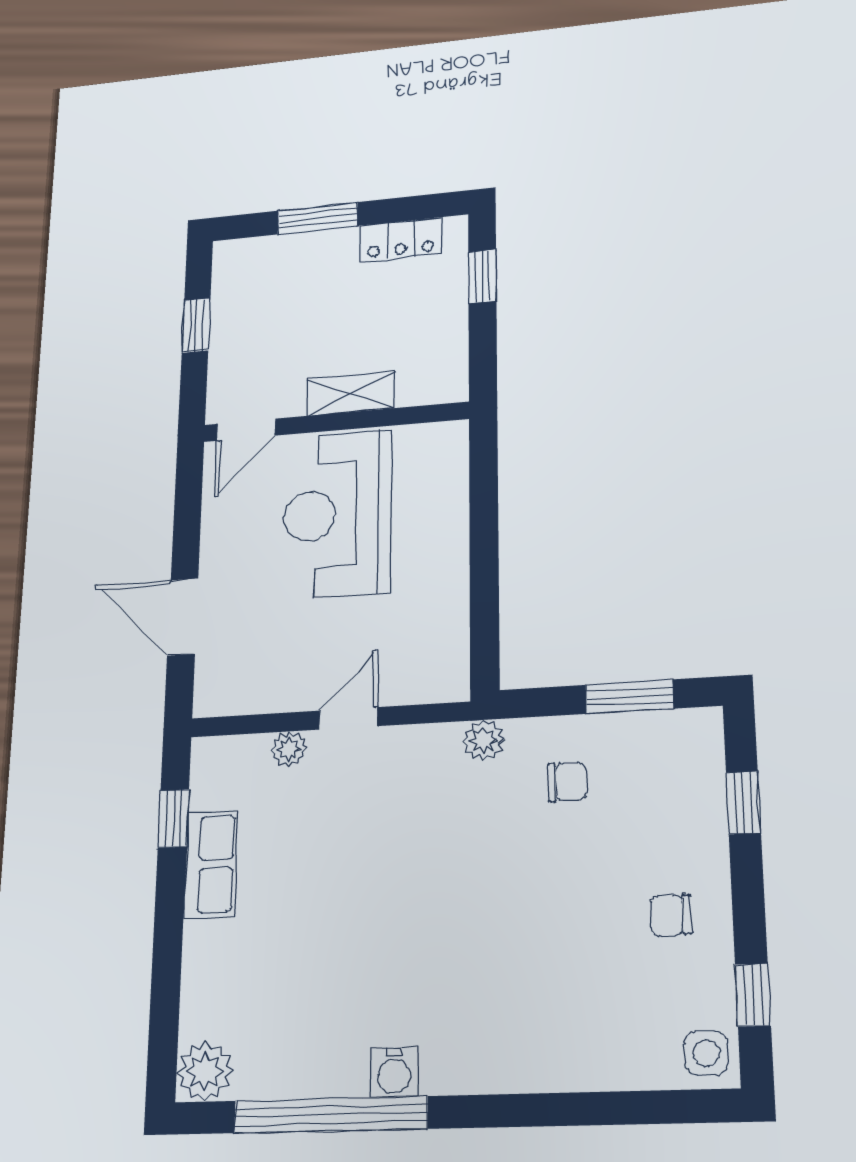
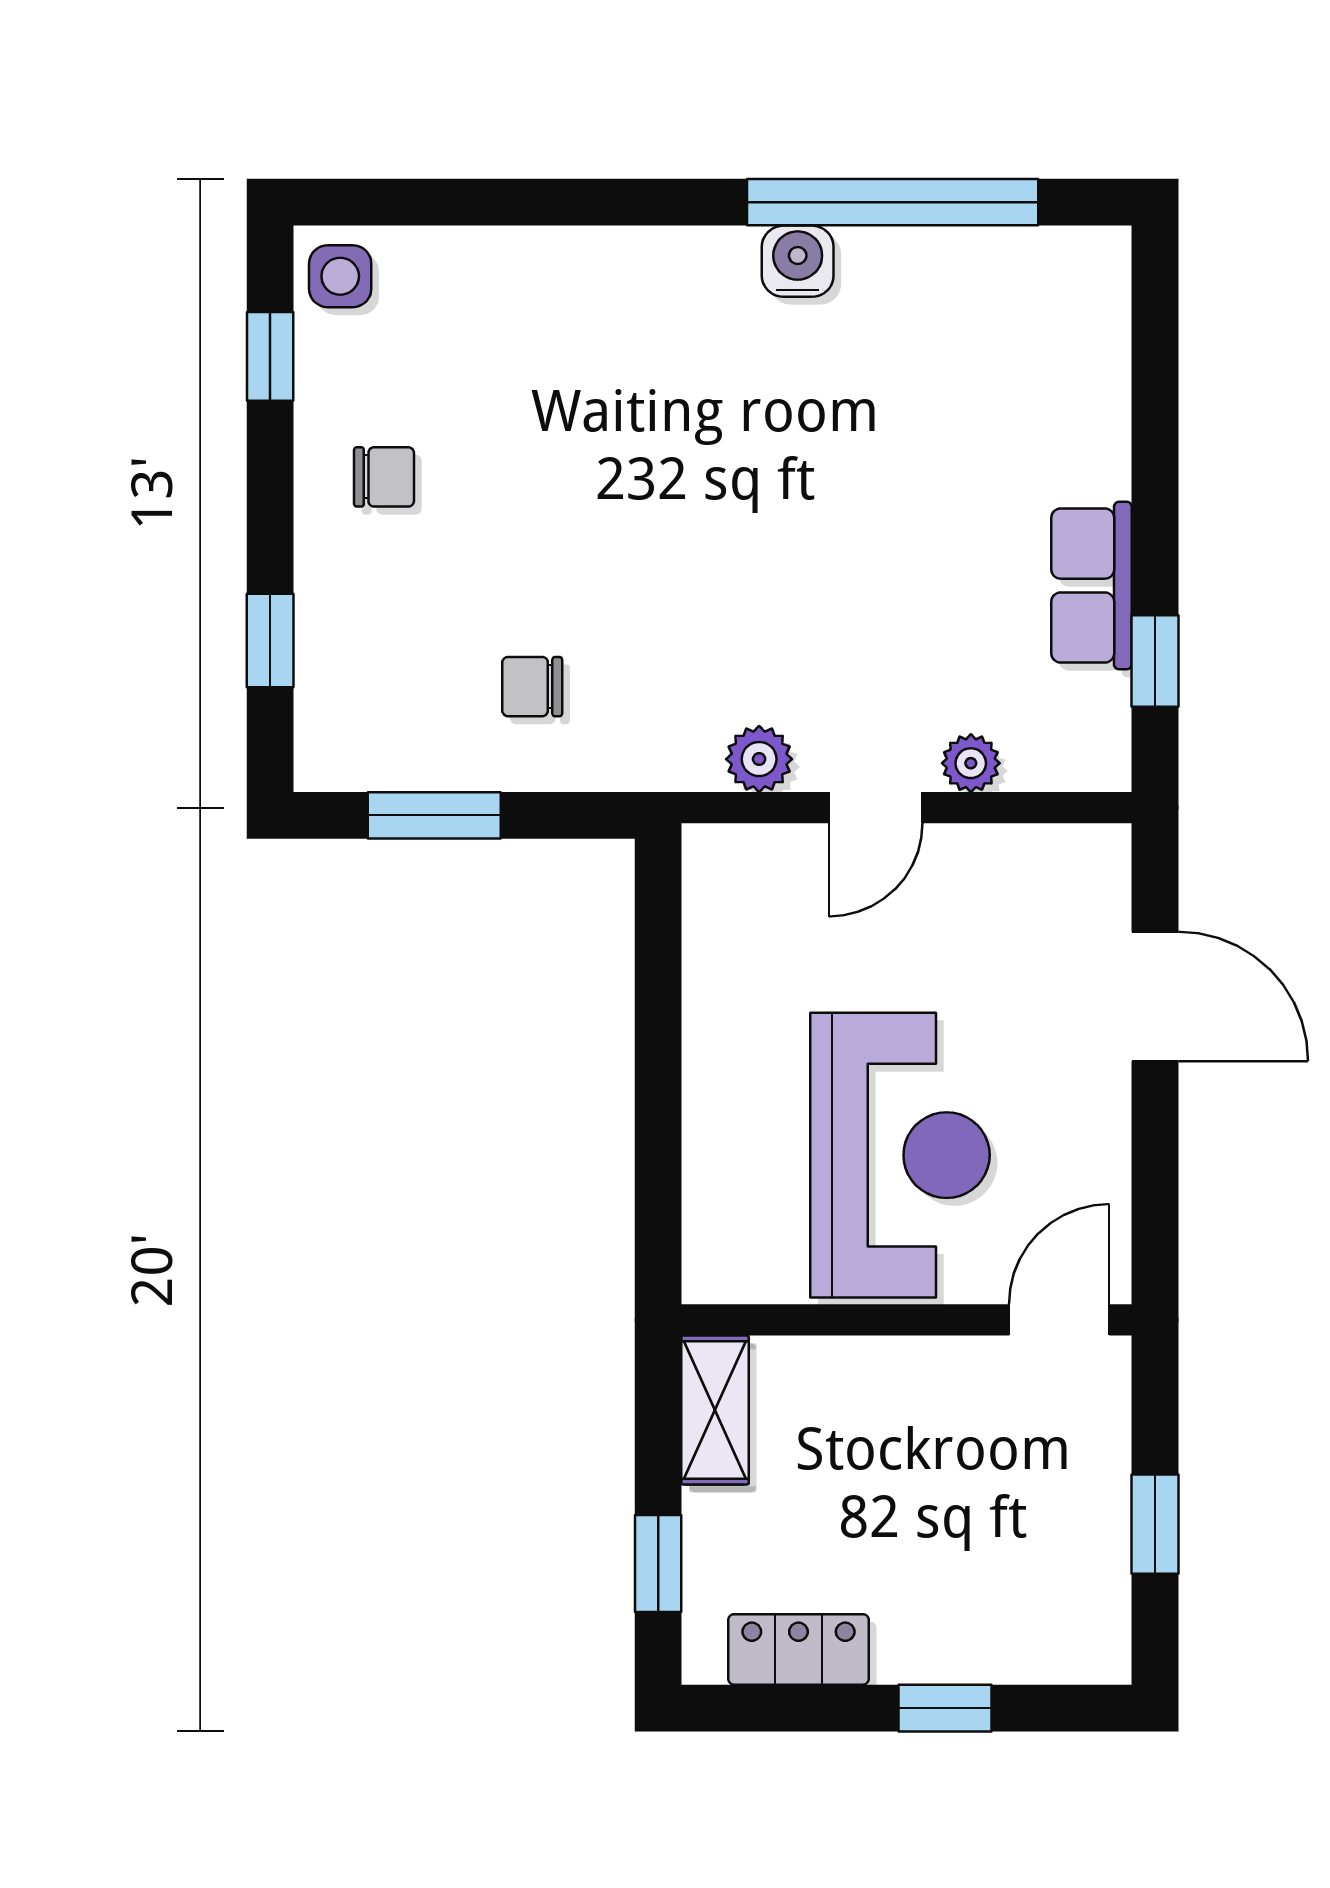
window: (318, 218) -> (945, 1708), width x0.67
shelving: (350, 394) -> (715, 1410), moved, turned 90
plant: (483, 741) -> (759, 759), moved
plant: (205, 1071) -> (1087, 270), removed

